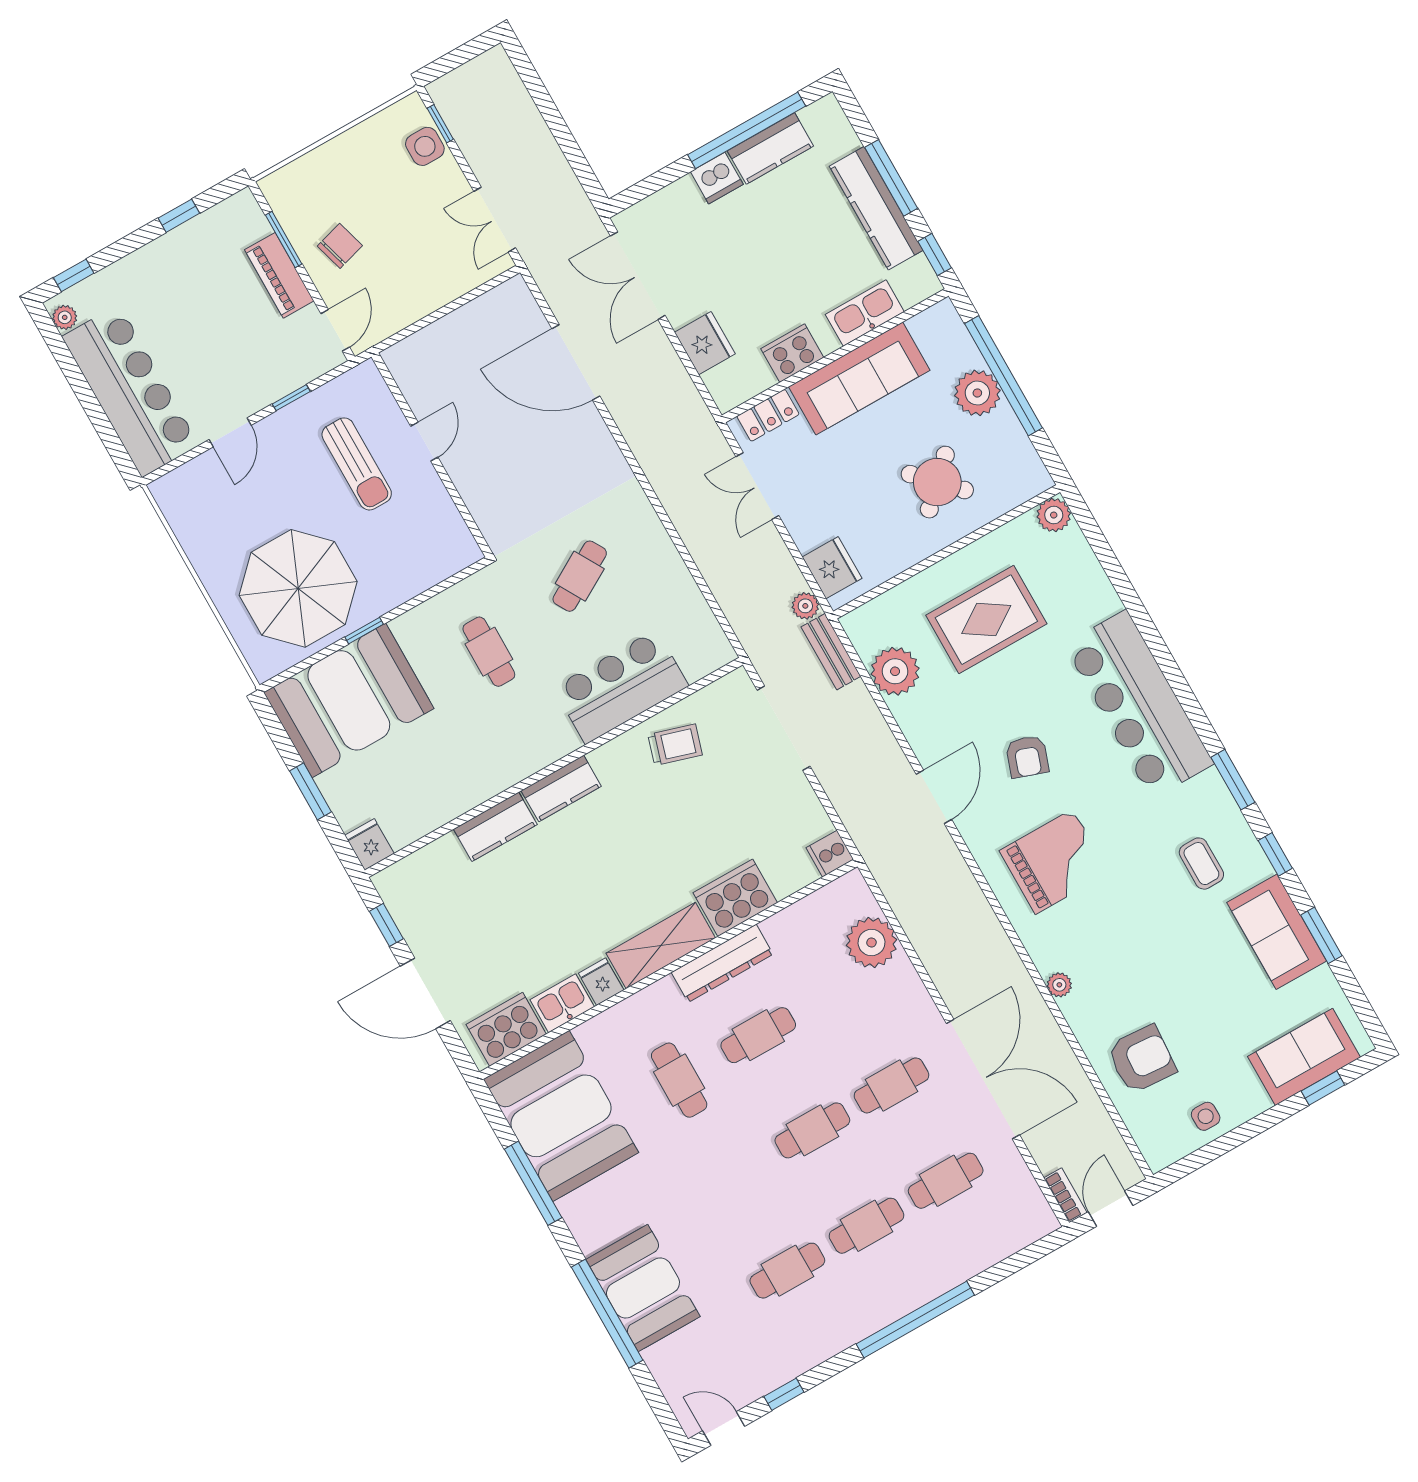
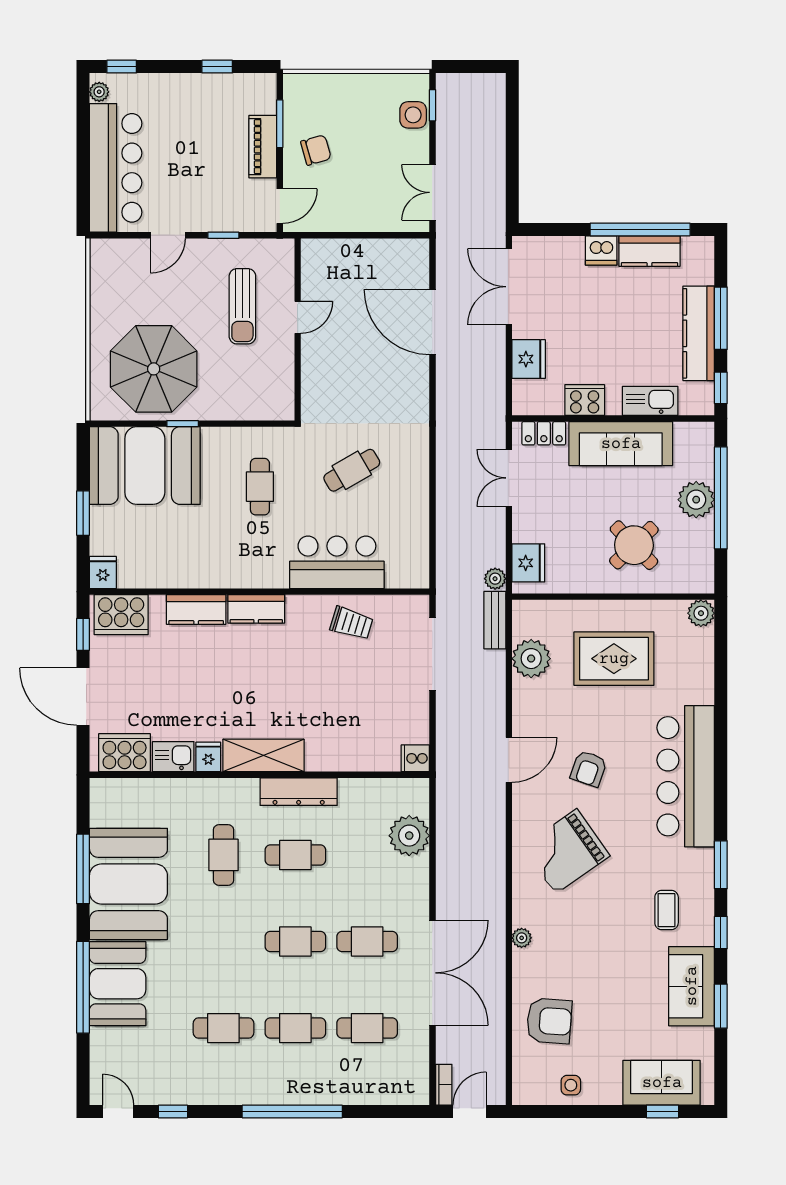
grand piano: (1054, 862) -> (566, 851), turned 145
cooker: (735, 898) -> (121, 615), moved, turned 180
booth: (561, 1116) -> (128, 884), moved

